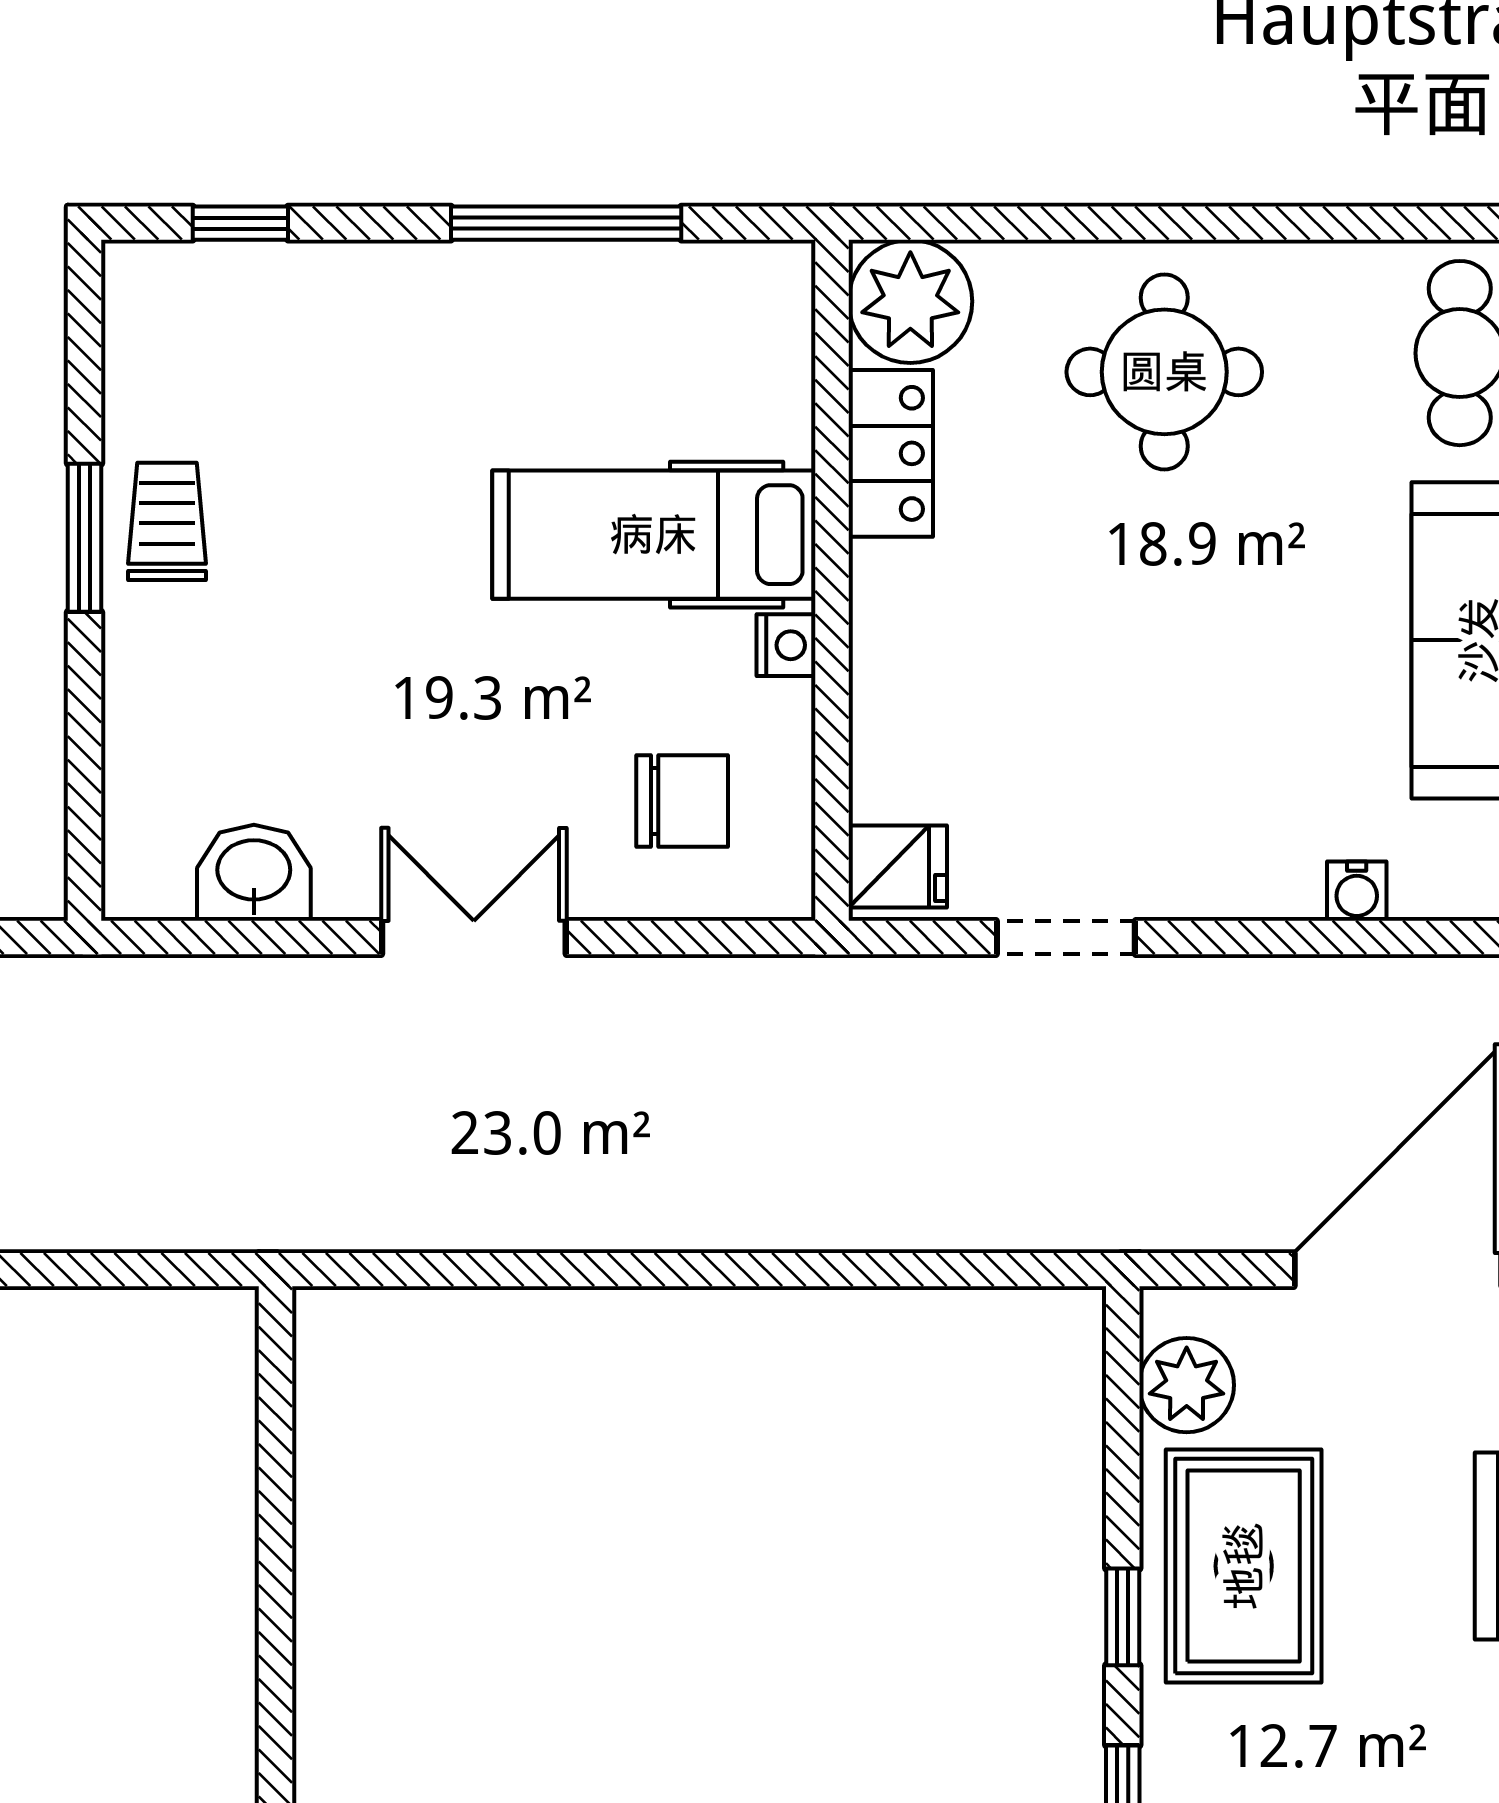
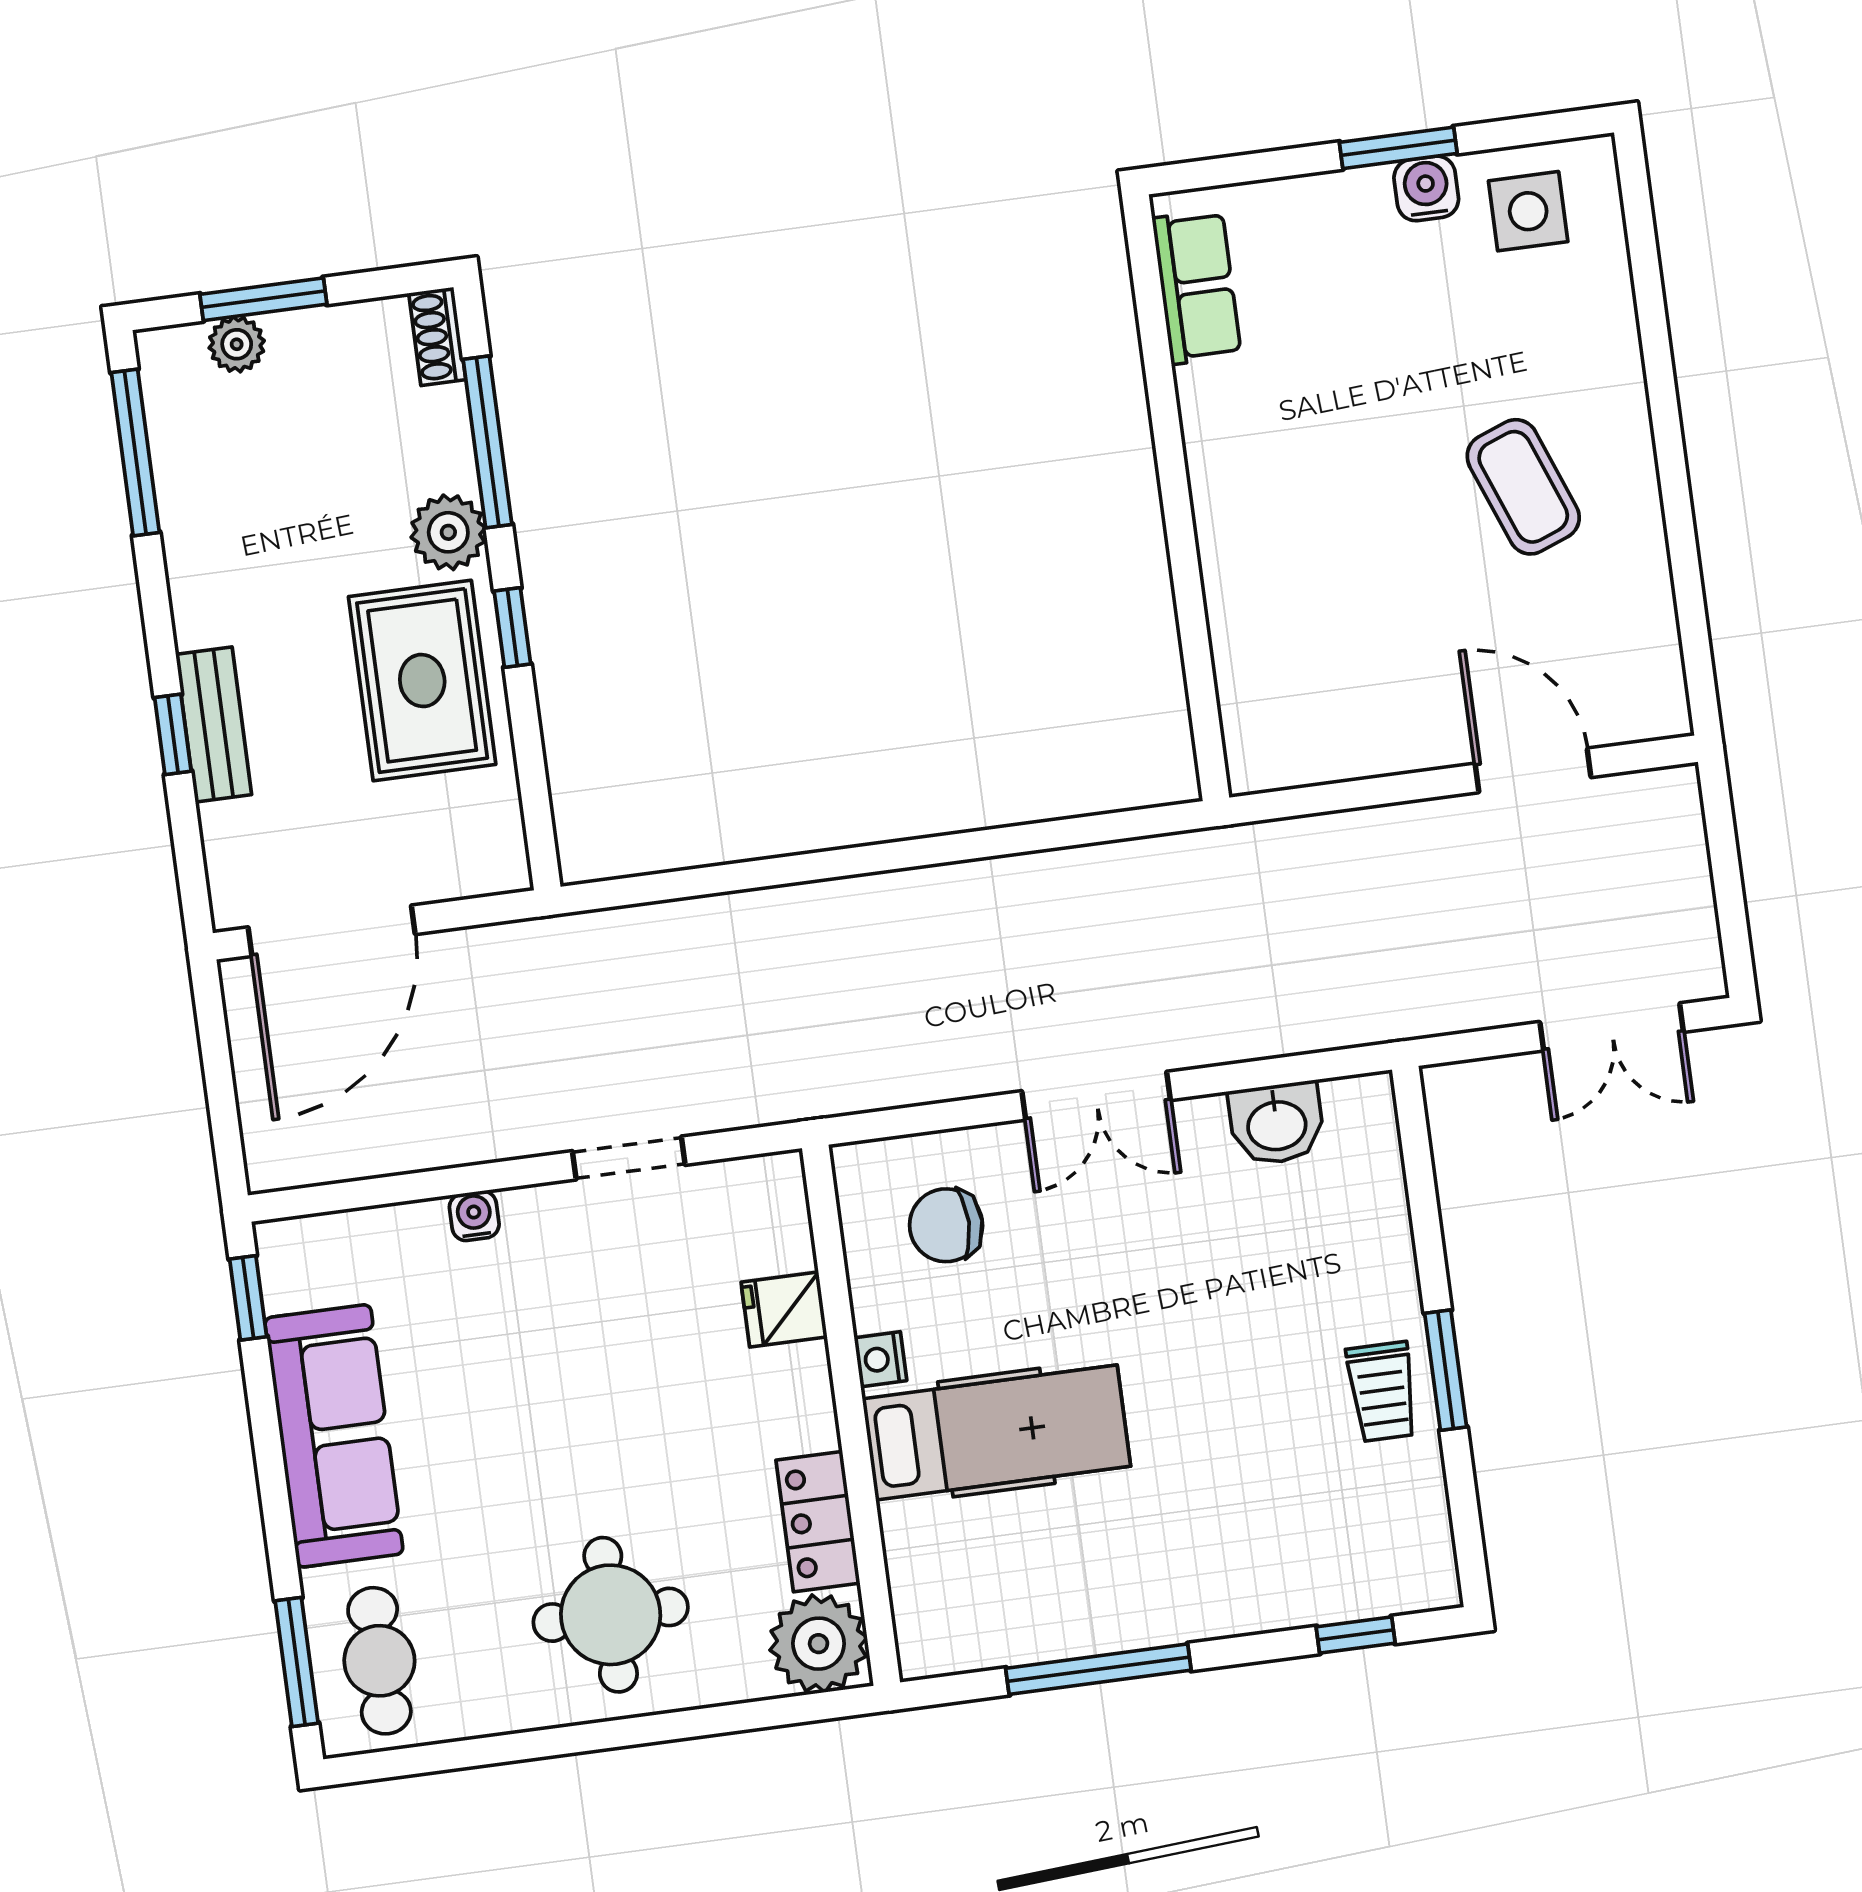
fridge: (898, 867) -> (784, 1310), moved
water cooler: (1357, 891) -> (474, 1216), moved
plant: (1187, 1385) -> (448, 532), moved

